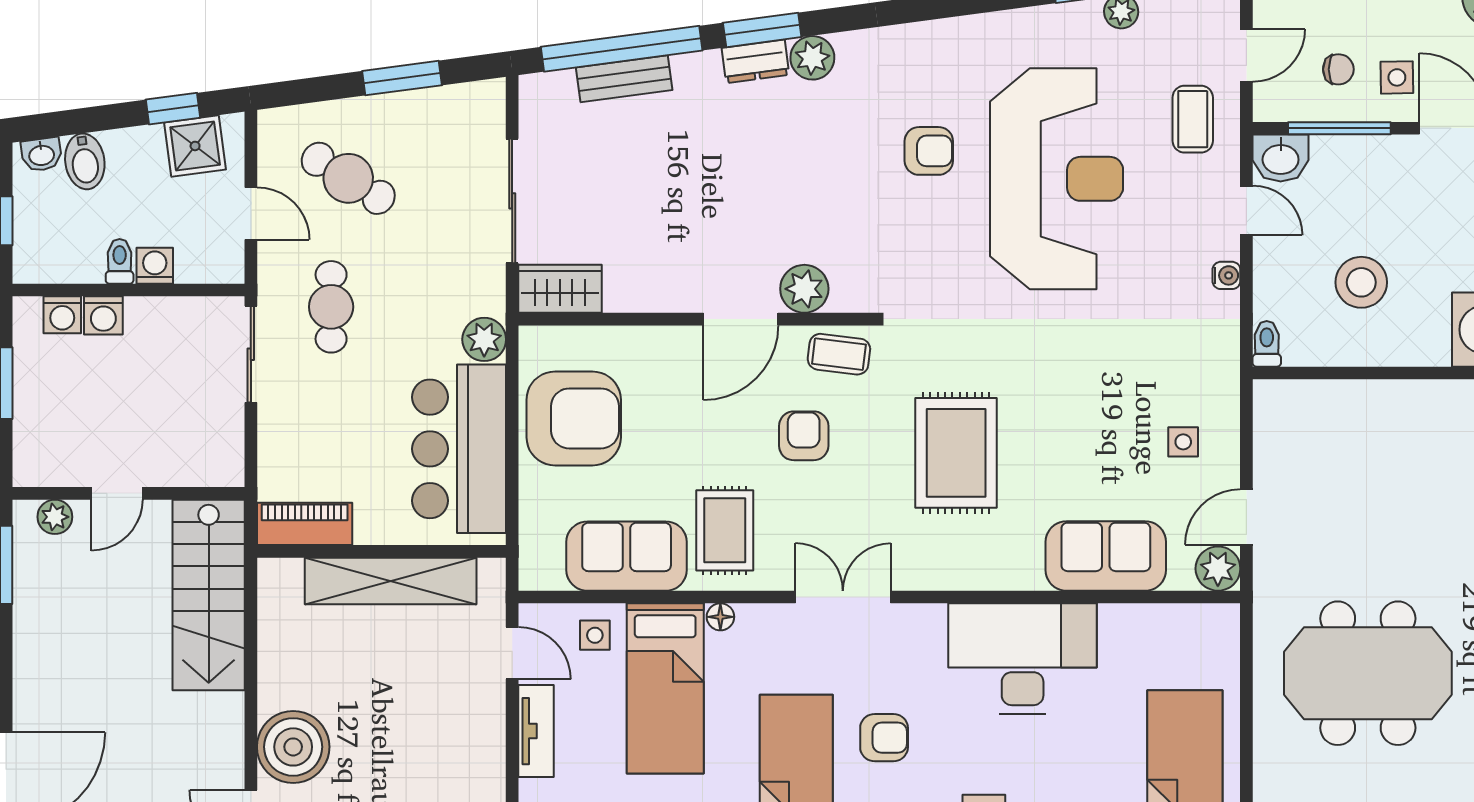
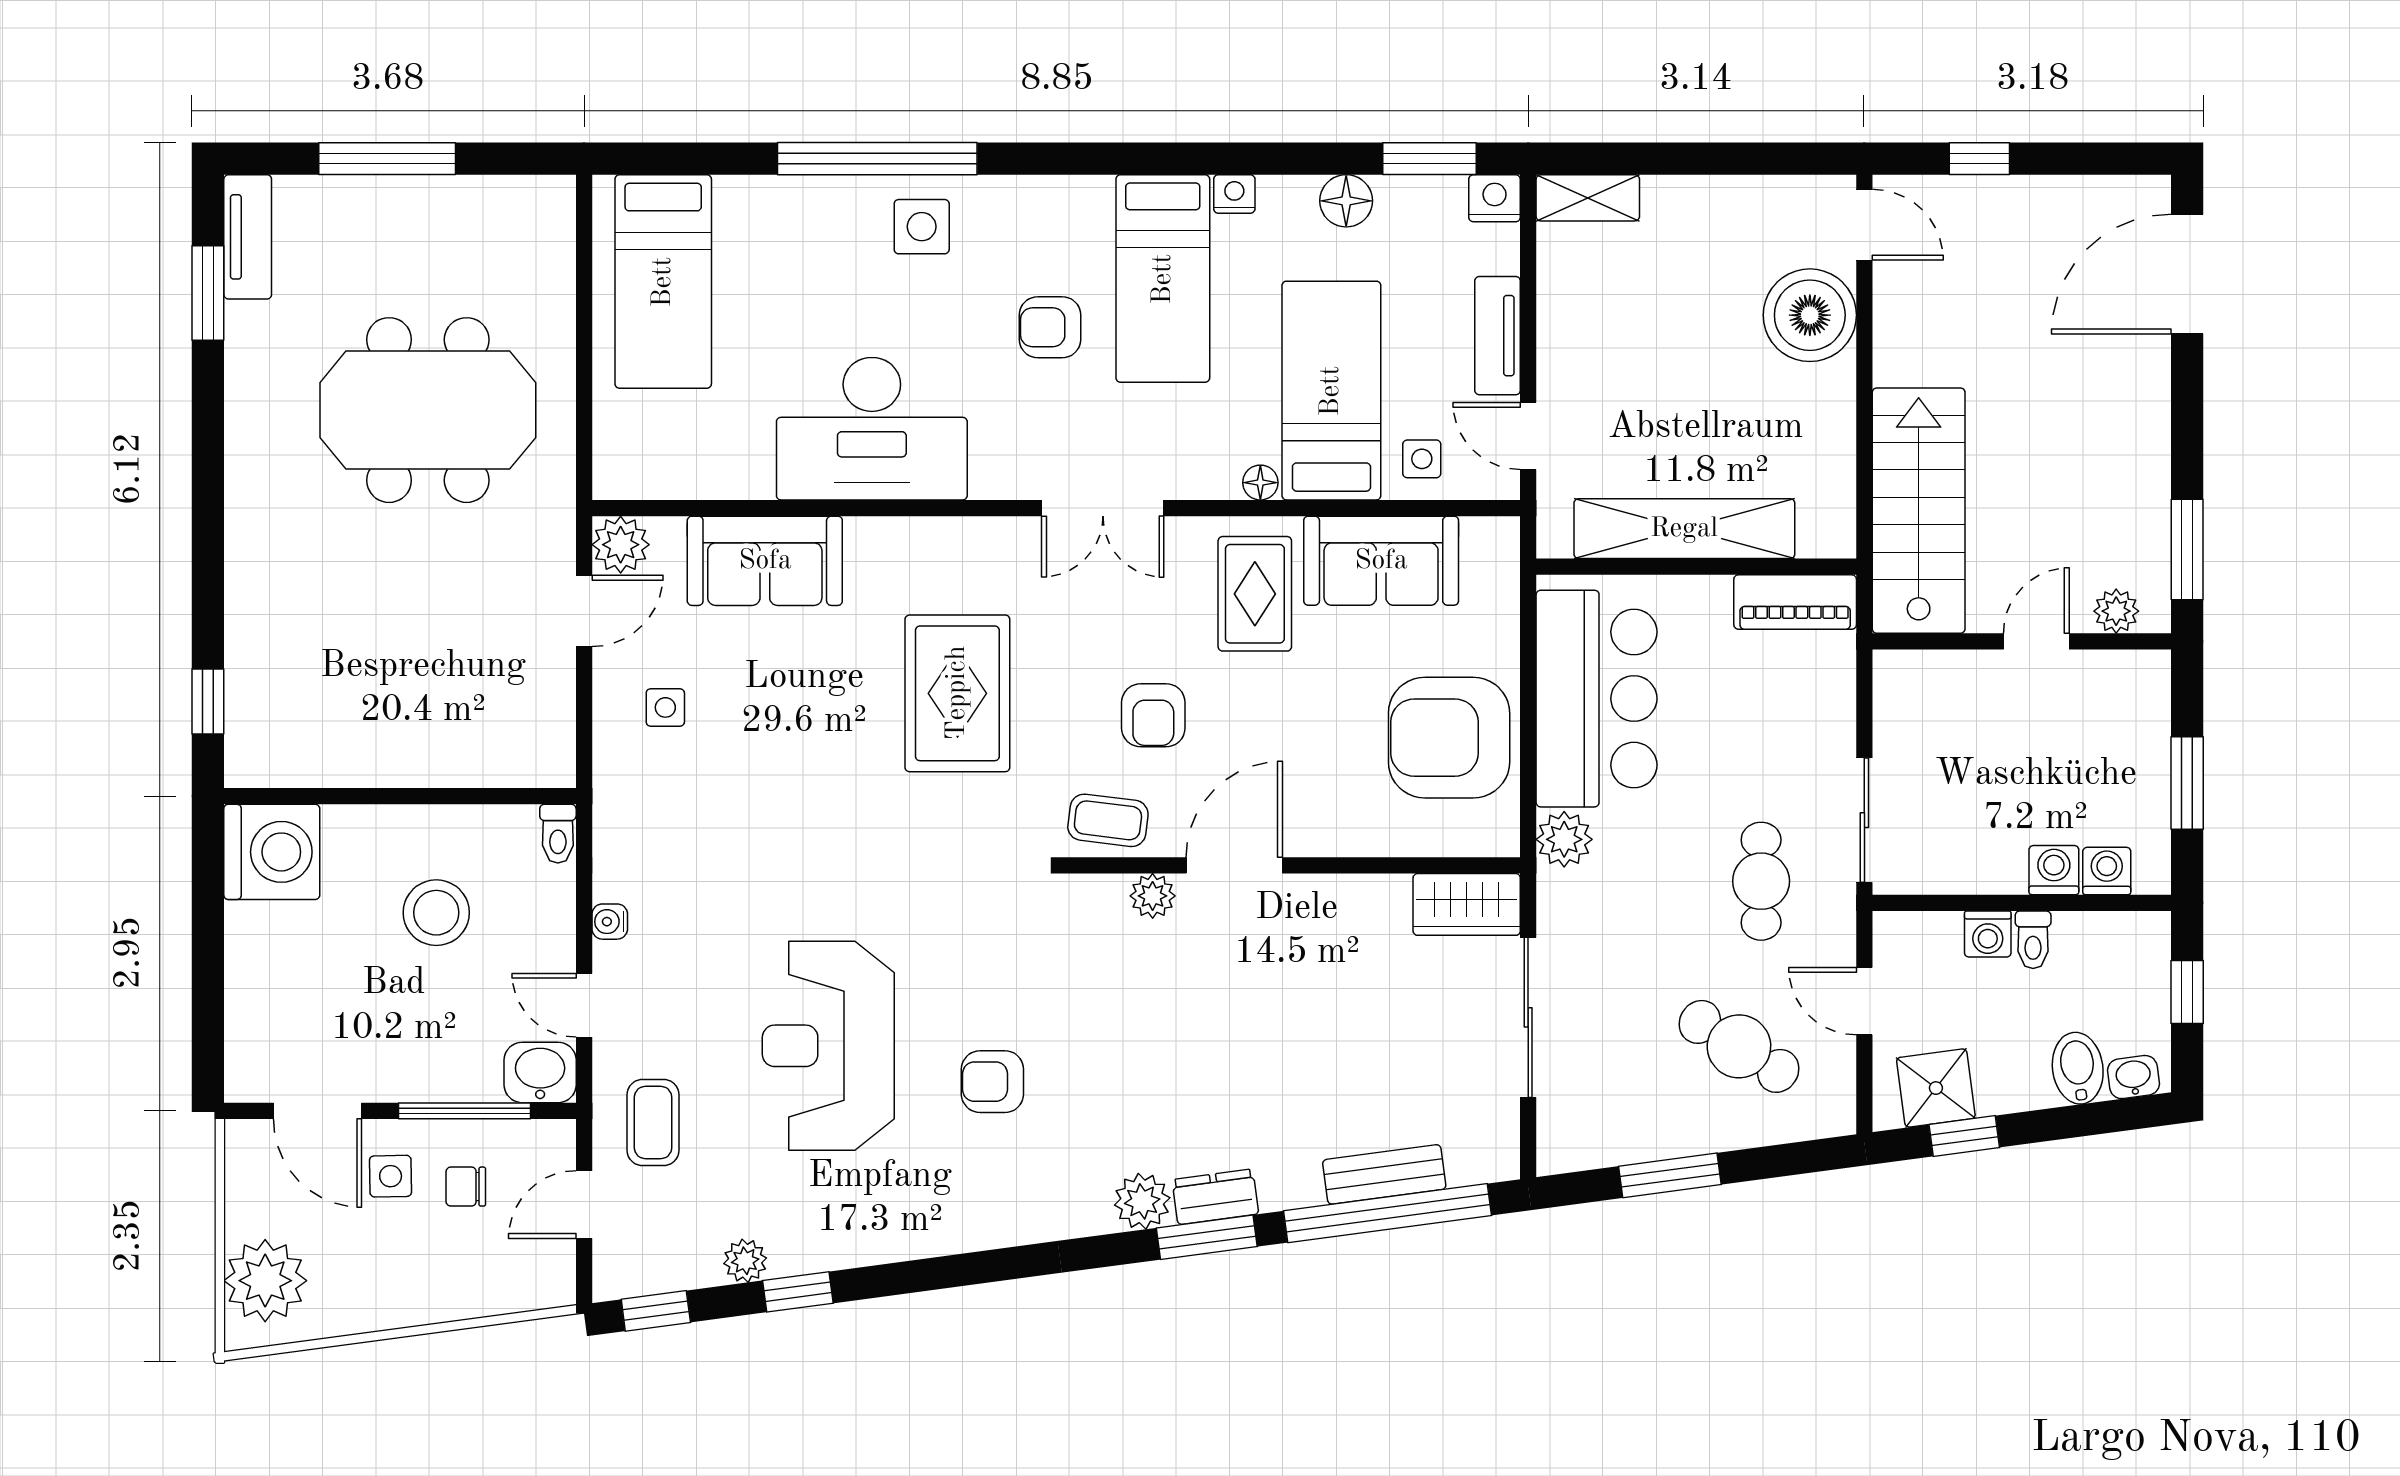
reception desk: (1056, 179) -> (828, 1046), width x0.74, depth x0.77
plant: (804, 289) -> (1153, 896), width x0.73, depth x0.73

